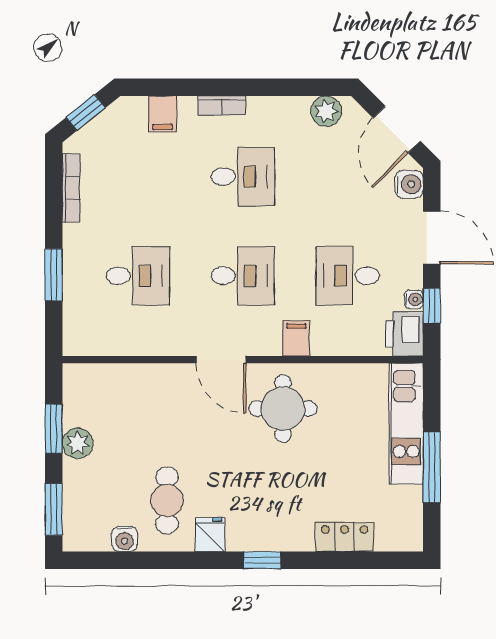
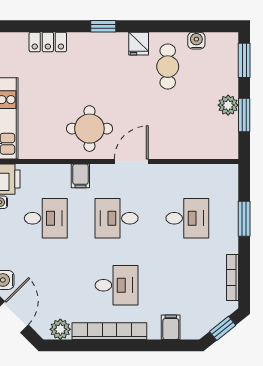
bookcase: (222, 105) -> (109, 331), width x2.31, depth x1.31
desk: (243, 176) -> (117, 285), turned 180
desk: (138, 276) -> (187, 218), turned 180
door: (221, 360) -> (131, 162), hinge flipped

